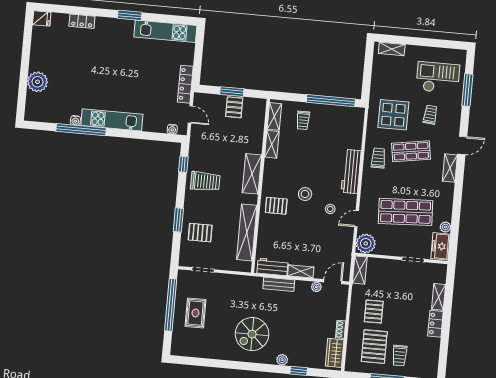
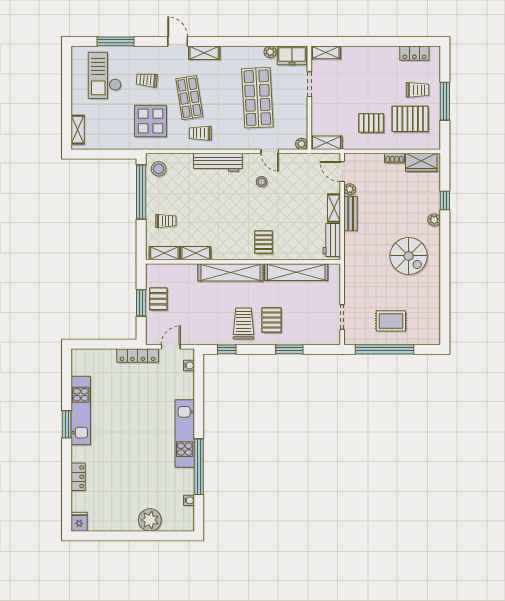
kitchen unit: (165, 31) -> (81, 411), moved
pallet: (234, 107) -> (158, 299), turned 90
water cooler: (75, 120) -> (189, 500), moved
shelving: (252, 174) -> (231, 272), width x1.47
stool: (305, 194) -> (159, 169), moved
pallet: (200, 233) -> (272, 320), moved
plant: (366, 243) -> (301, 144), width x0.53, depth x0.53
bench: (279, 284) -> (351, 213), moved
shelving: (439, 297) -> (326, 52), moved
locker: (435, 324) -> (414, 53), moved

